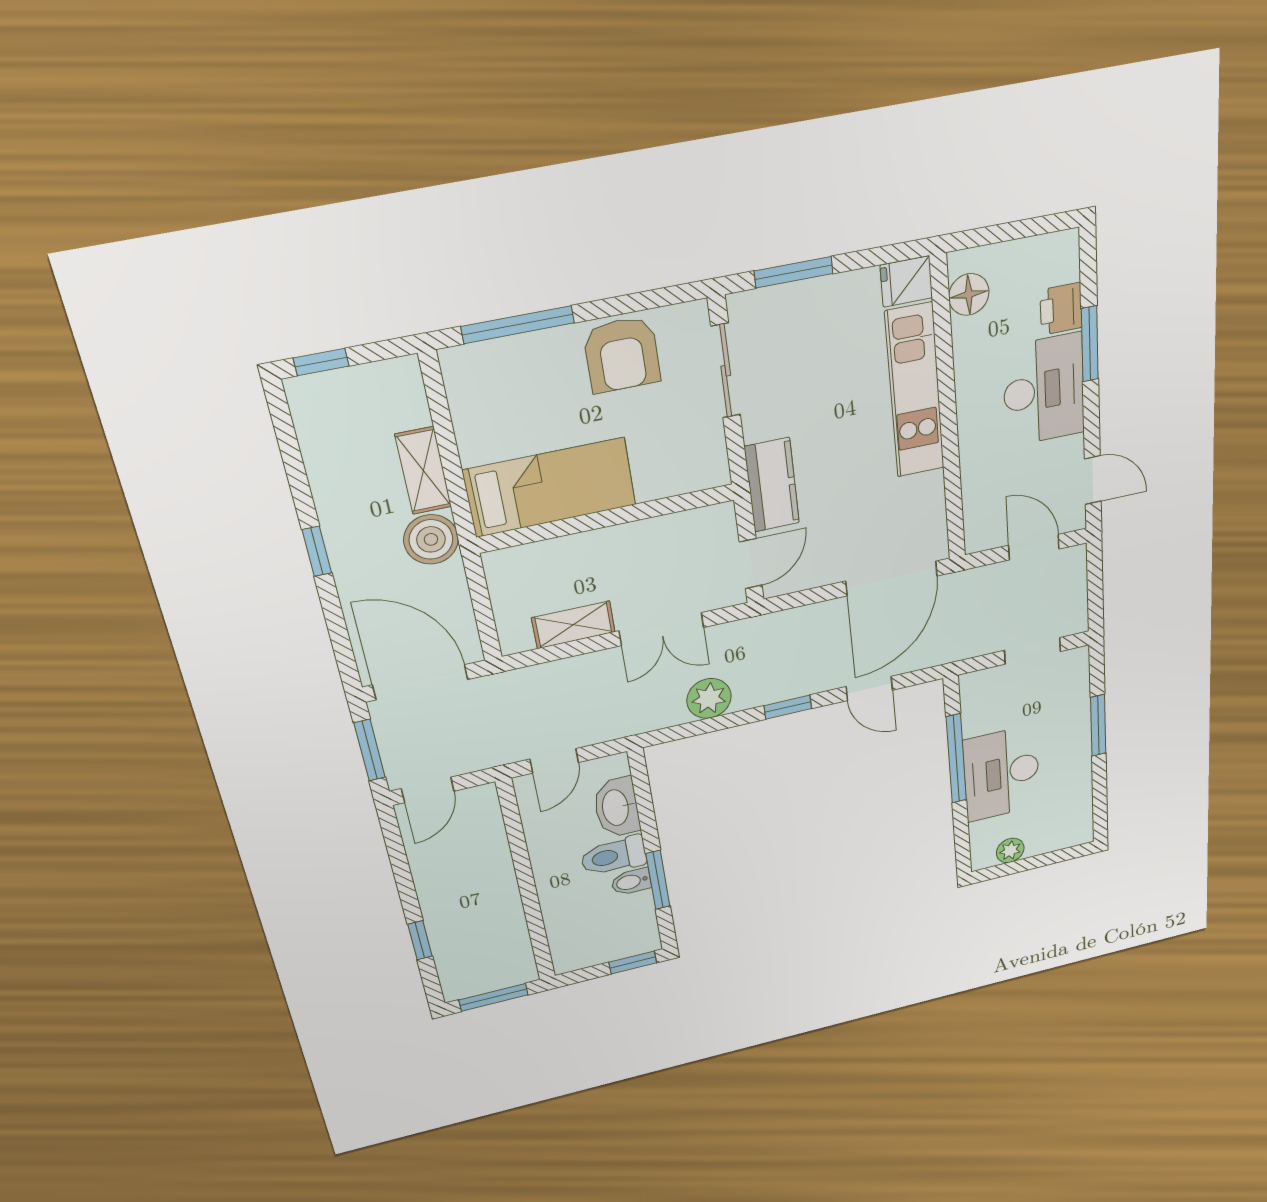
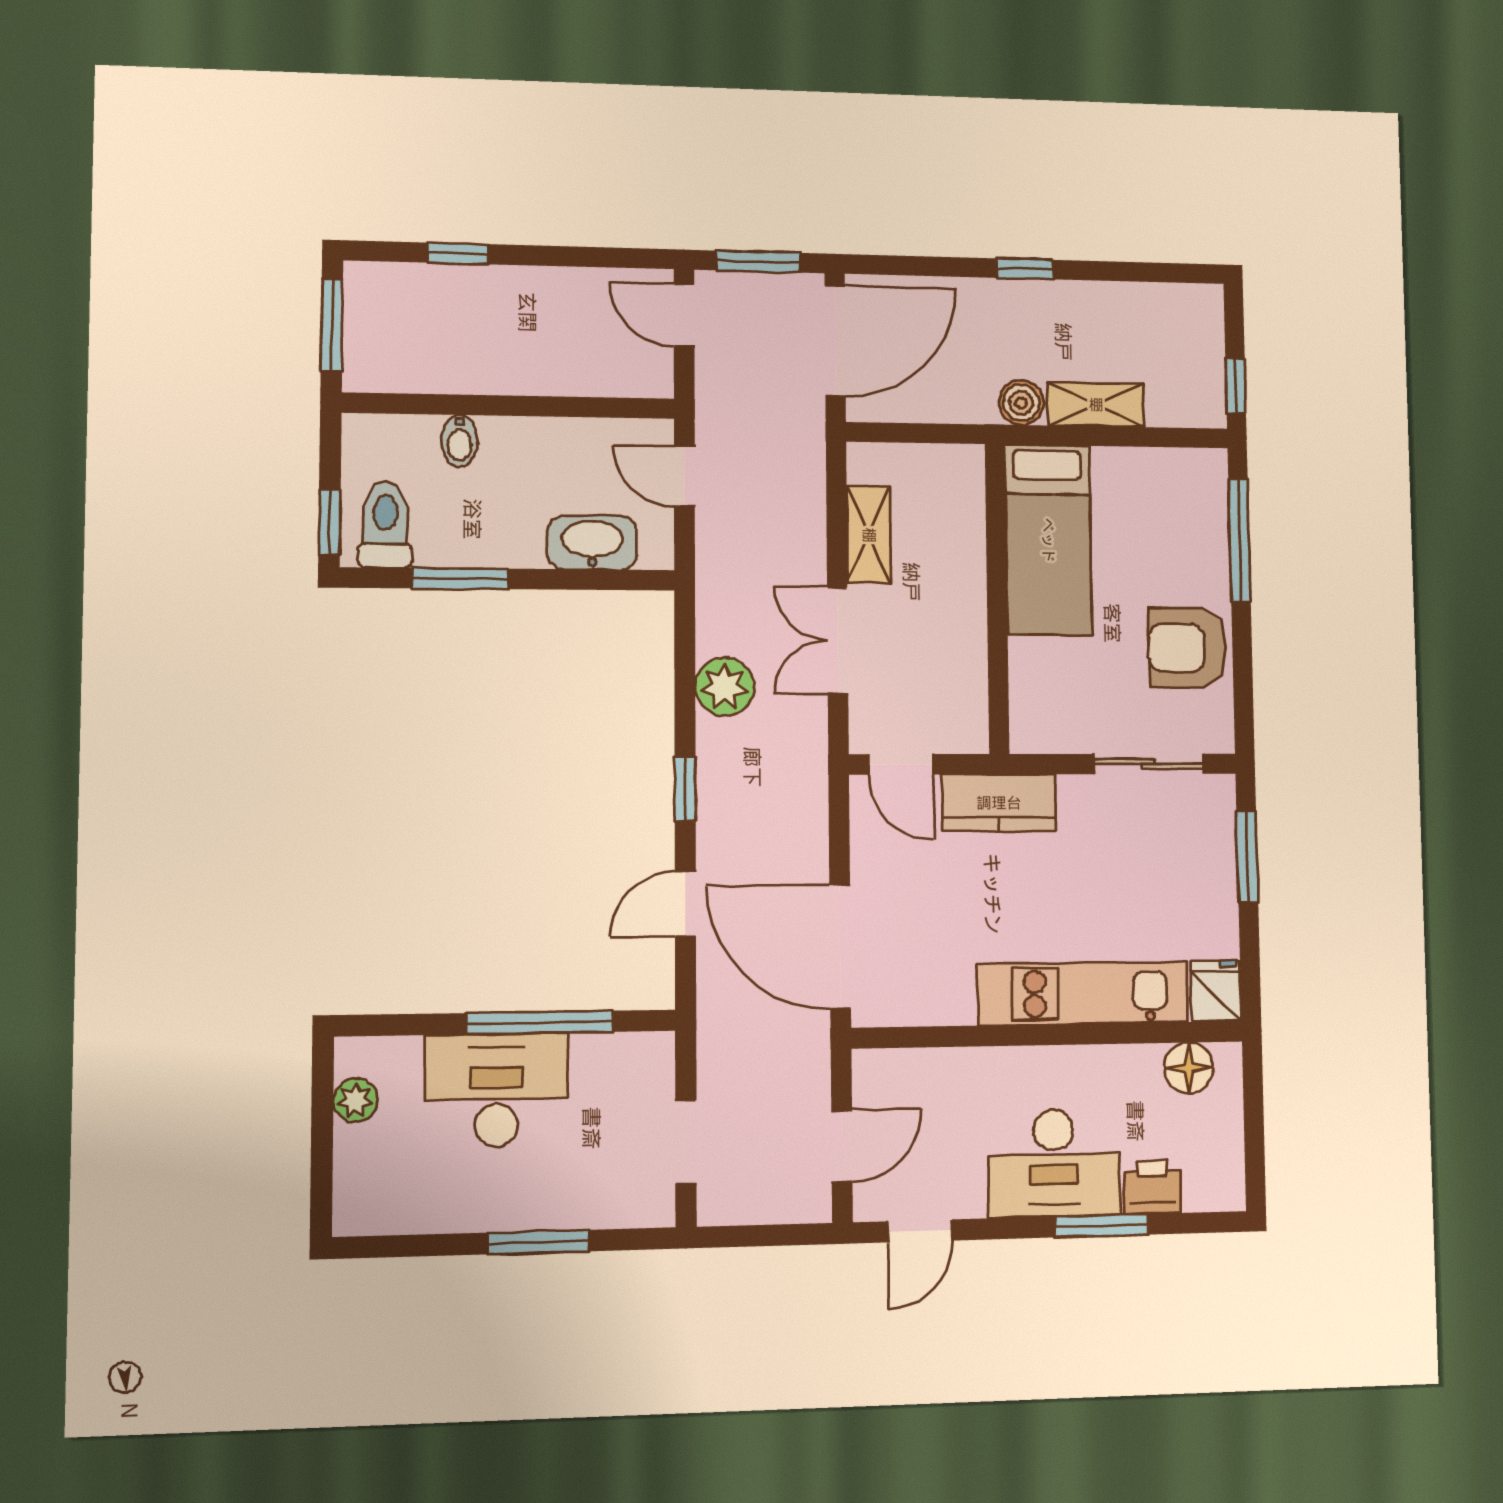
window: (321, 362) -> (1236, 386), moved
boiler: (431, 539) -> (1021, 403), width x0.73, depth x0.73
toilet: (614, 856) -> (385, 524), moved
bidet: (631, 882) -> (460, 441), moved, turned 180

